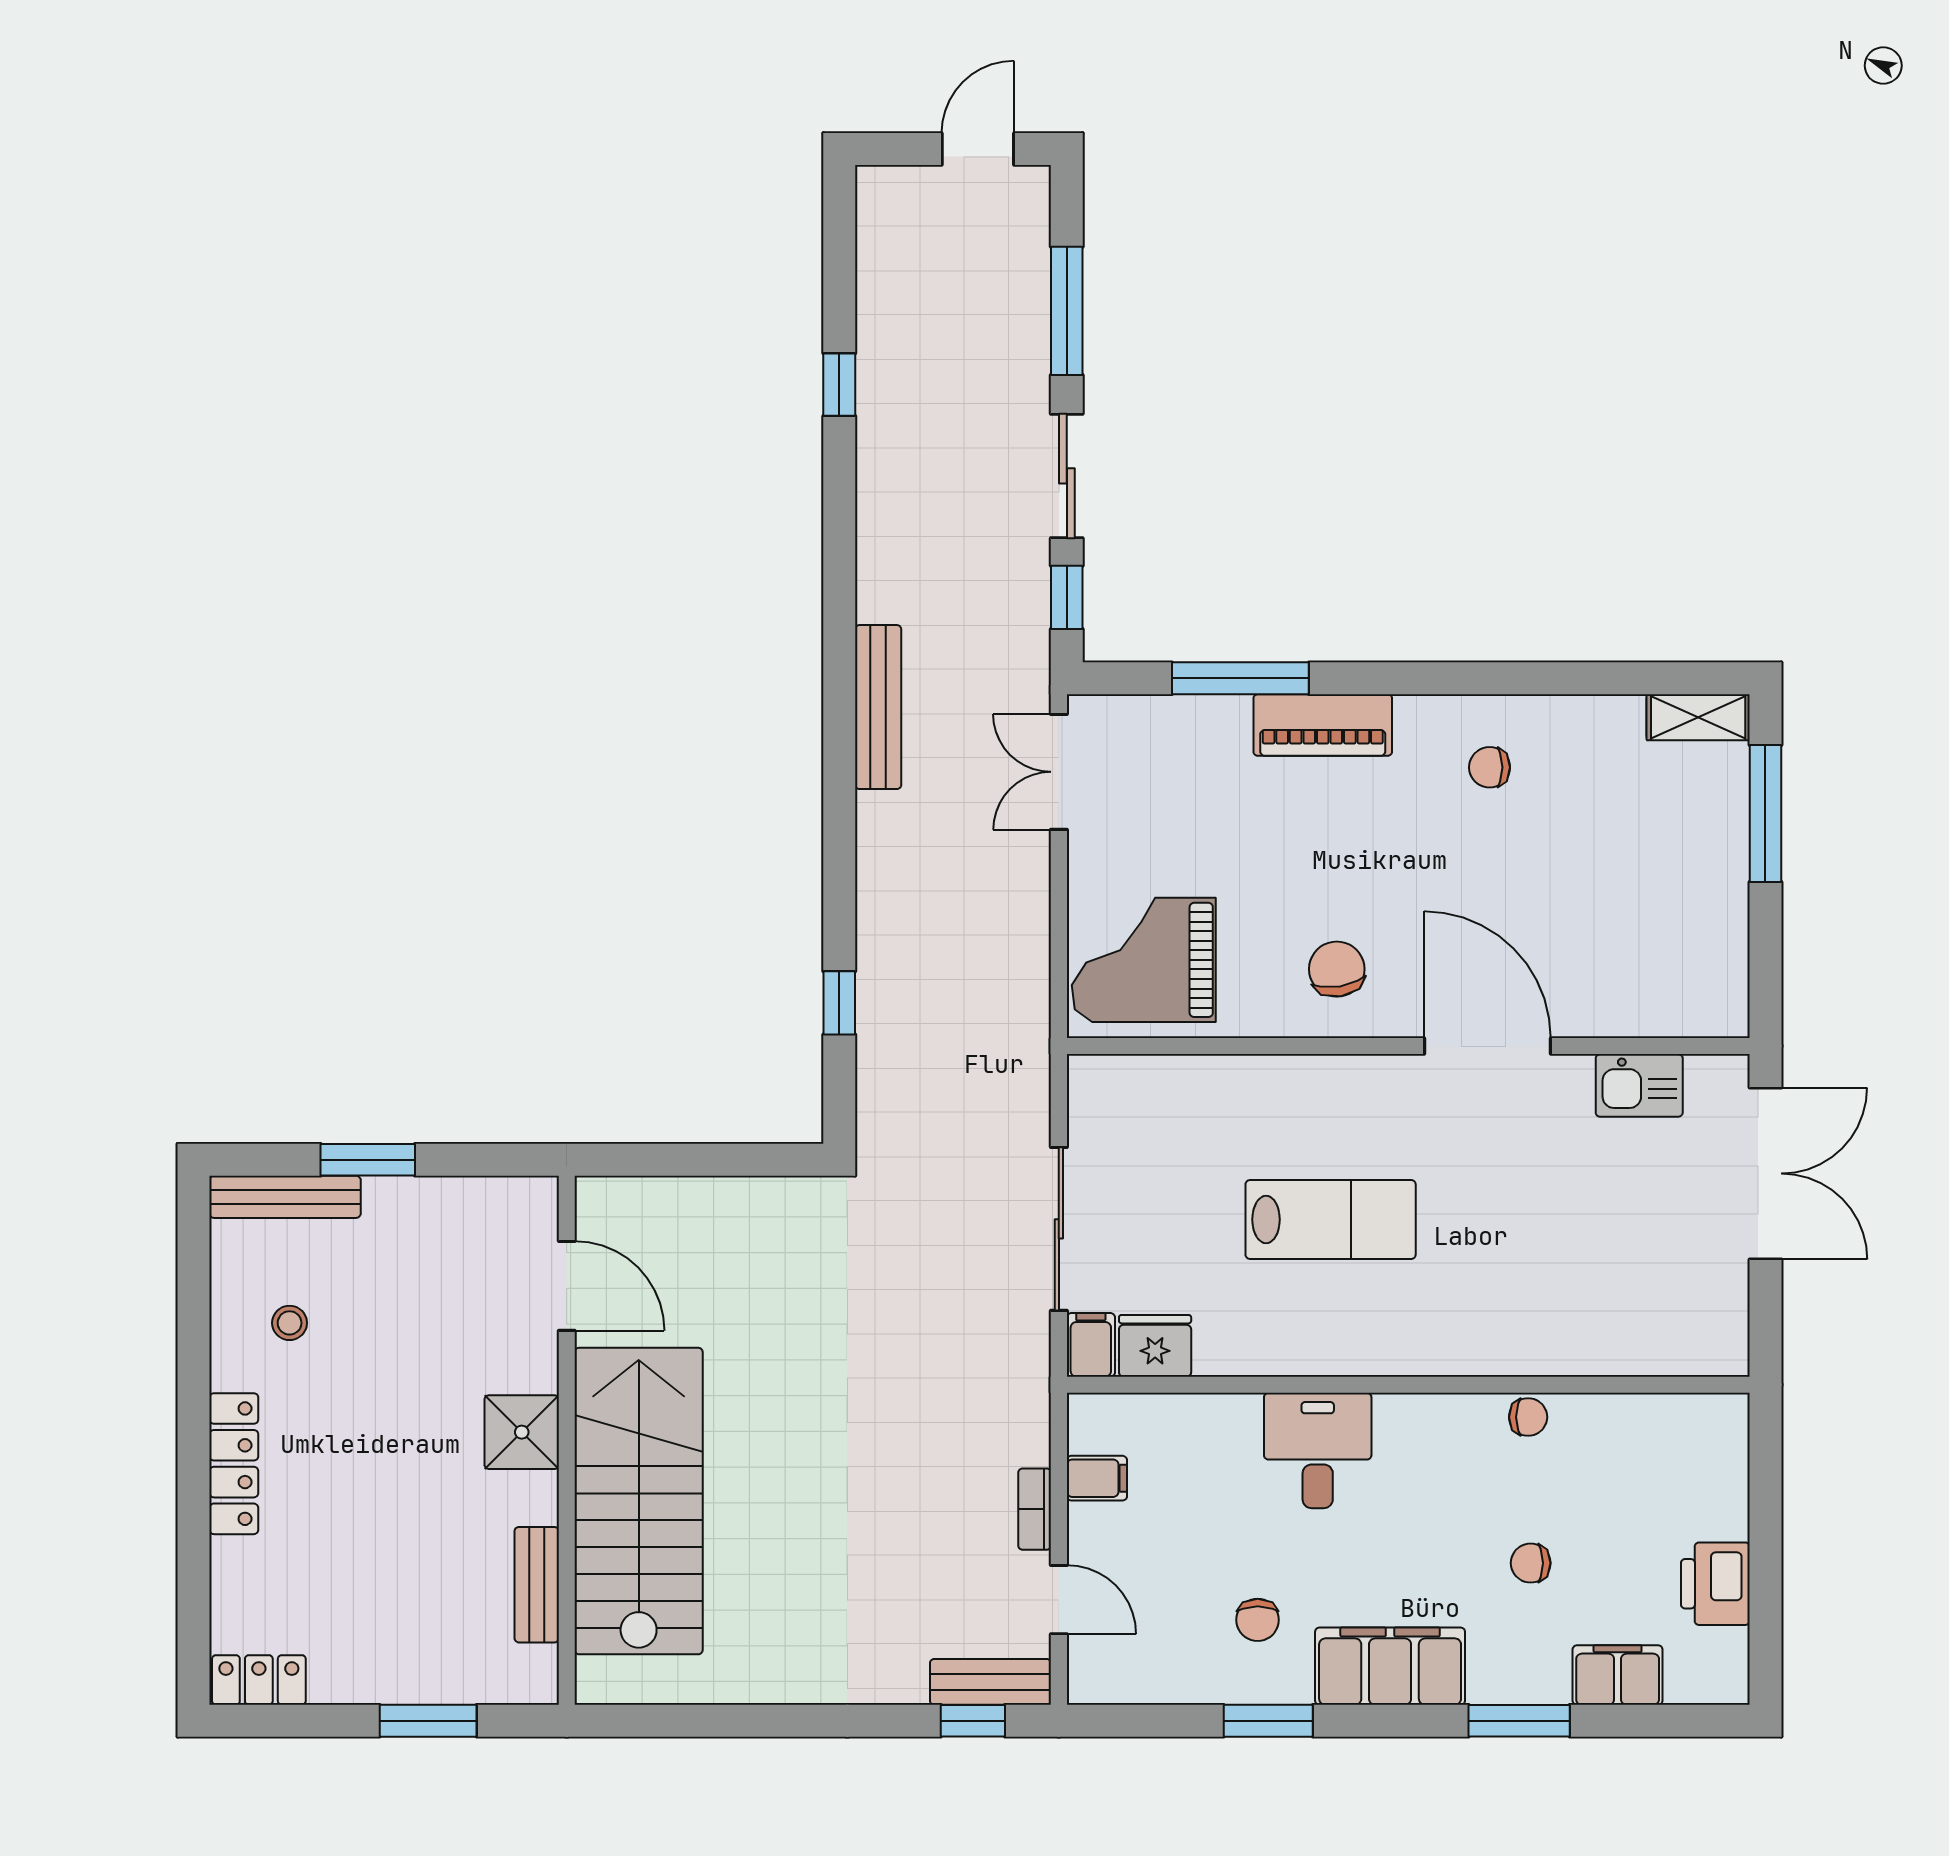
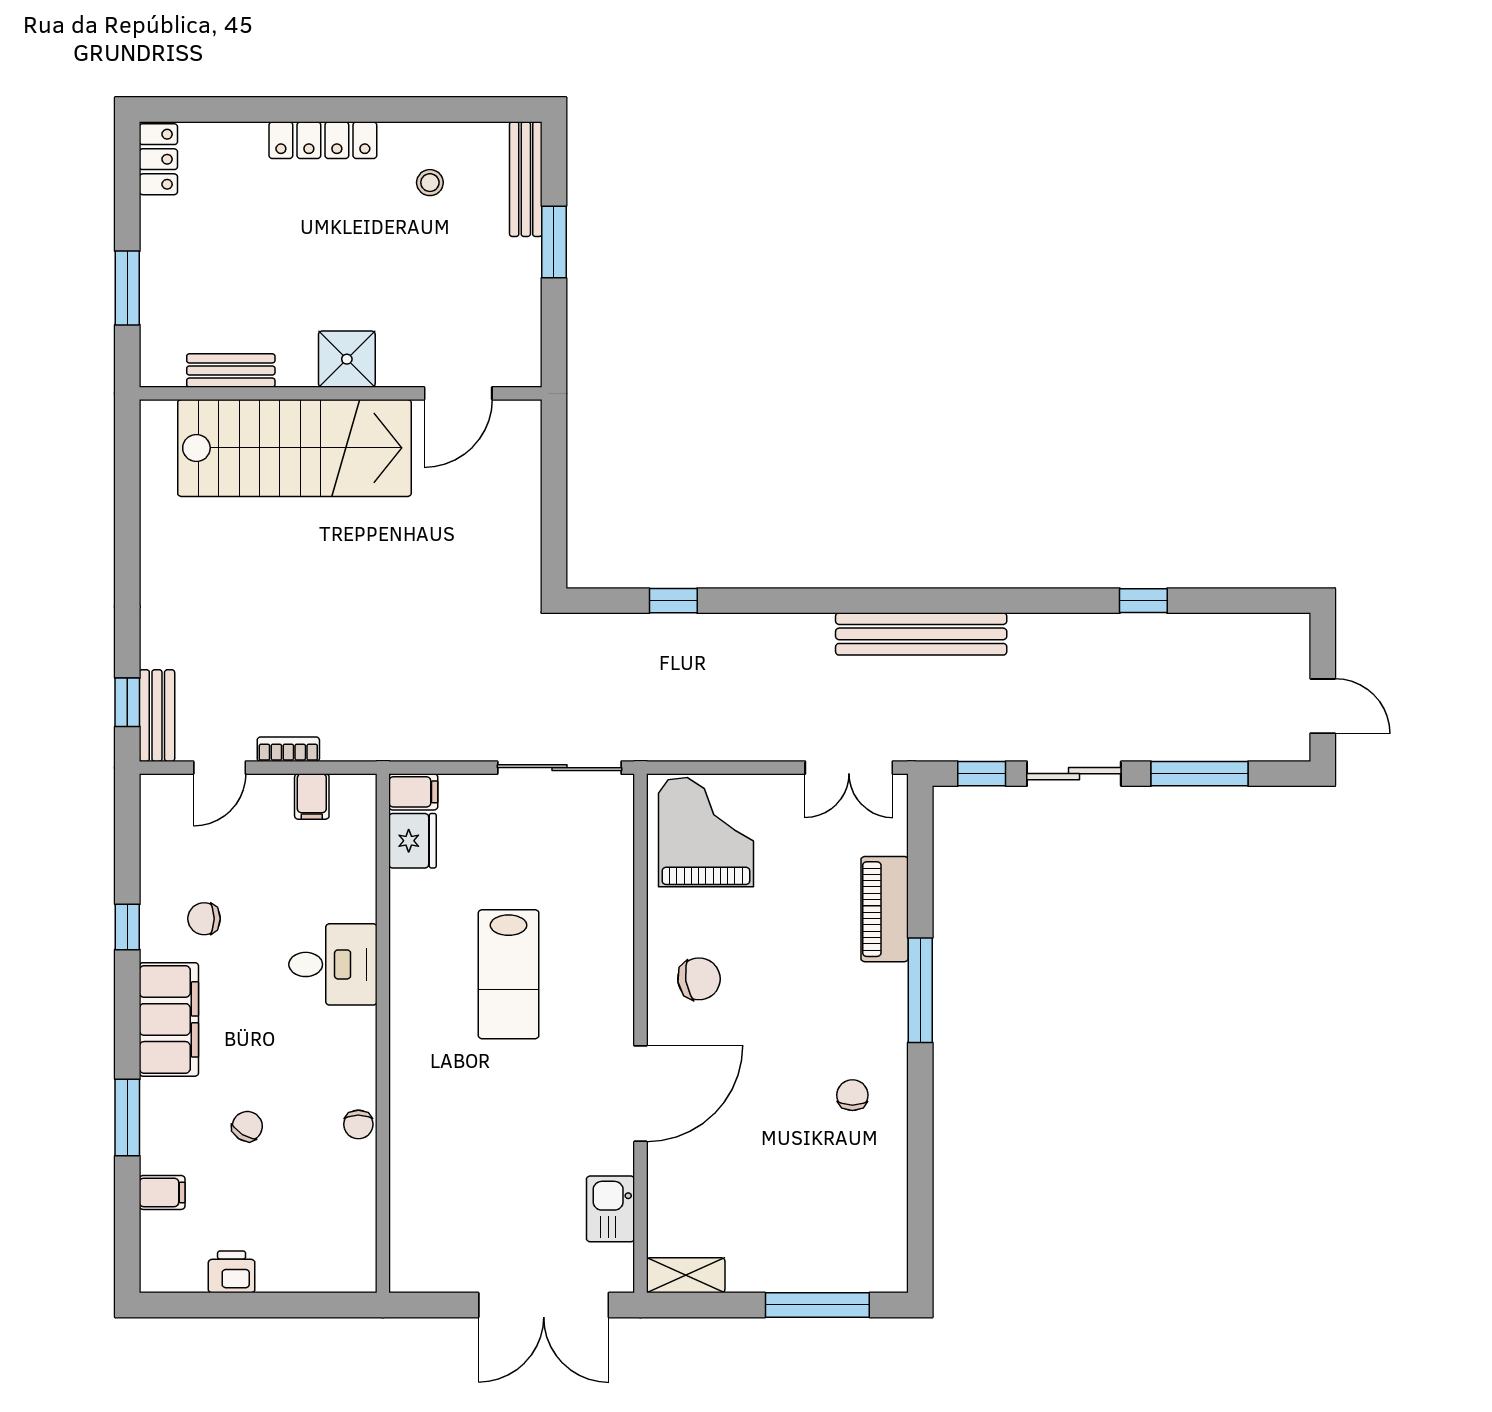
window: (1240, 678) -> (920, 990), moved
bench: (878, 707) -> (921, 634), width x1.37, depth x1.21
shelving: (1698, 717) -> (686, 1275), moved, turned 90
piano: (1323, 725) -> (885, 909), moved
double door: (1059, 772) -> (849, 768), swing flipped
sliding door: (1059, 1229) -> (559, 768), moved
chair: (1531, 1563) -> (247, 1126), turned 32
printer: (1715, 1584) -> (232, 1272), width x0.73, depth x0.81
filing cabinet: (1618, 1675) -> (162, 1192), width x0.50
window: (1268, 1721) -> (127, 927), width x0.67

